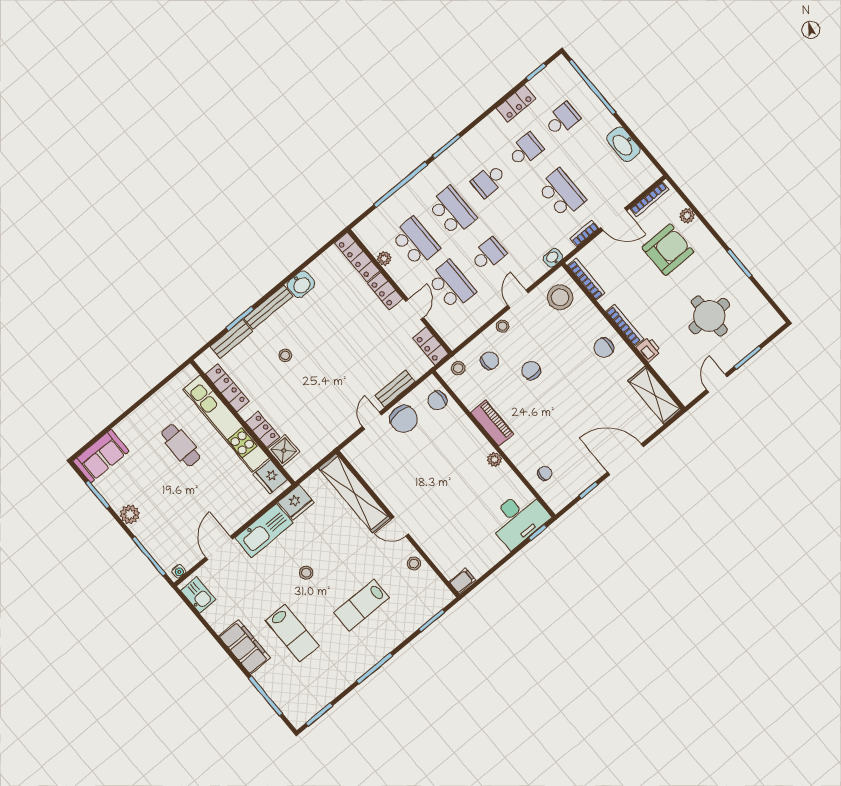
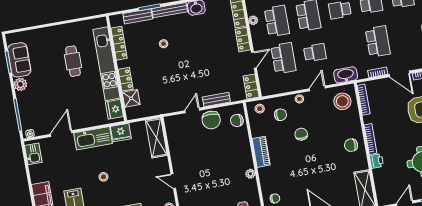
washbasin: (553, 258) -> (346, 75), width x1.91, depth x1.45
sofa: (101, 456) -> (19, 60), moved, turned -90
shelving: (354, 493) -> (156, 138), width x0.68

